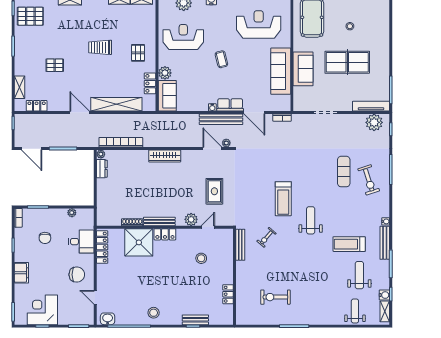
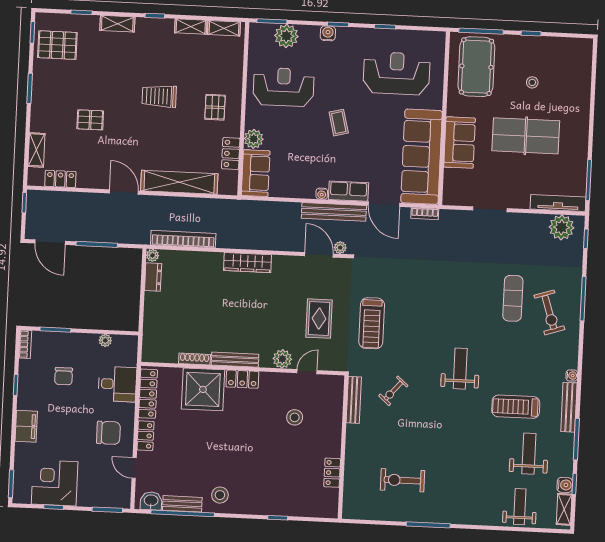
sofa: (281, 71) -> (422, 157), width x1.36, depth x1.27
treadmill: (283, 199) -> (372, 323), moved
locker: (102, 275) -> (146, 436), added
bench: (195, 320) -> (182, 504), moved

